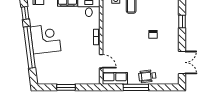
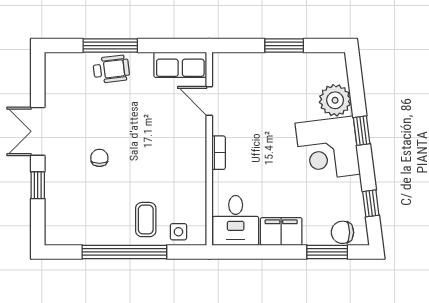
window: (29, 47) -> (362, 131), width x0.32
plant: (42, 62) -> (335, 100), added
double door: (182, 62) -> (38, 131), moved
window: (136, 87) -> (110, 46), moved

